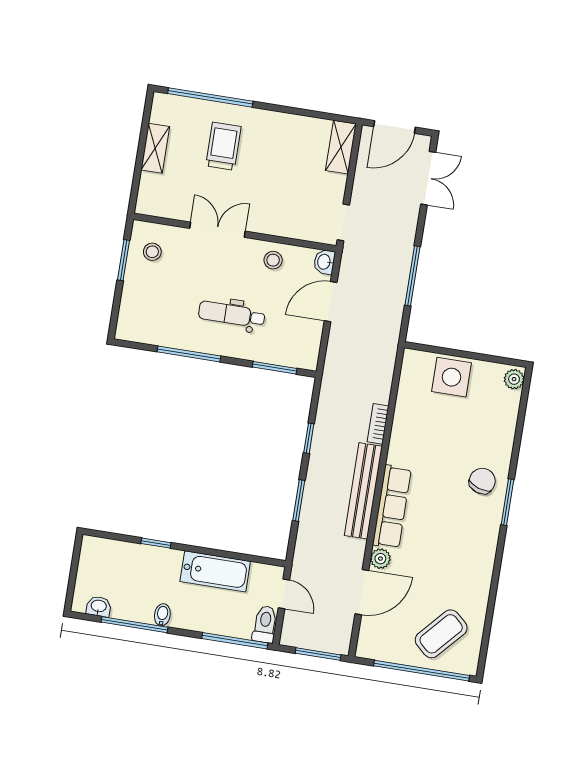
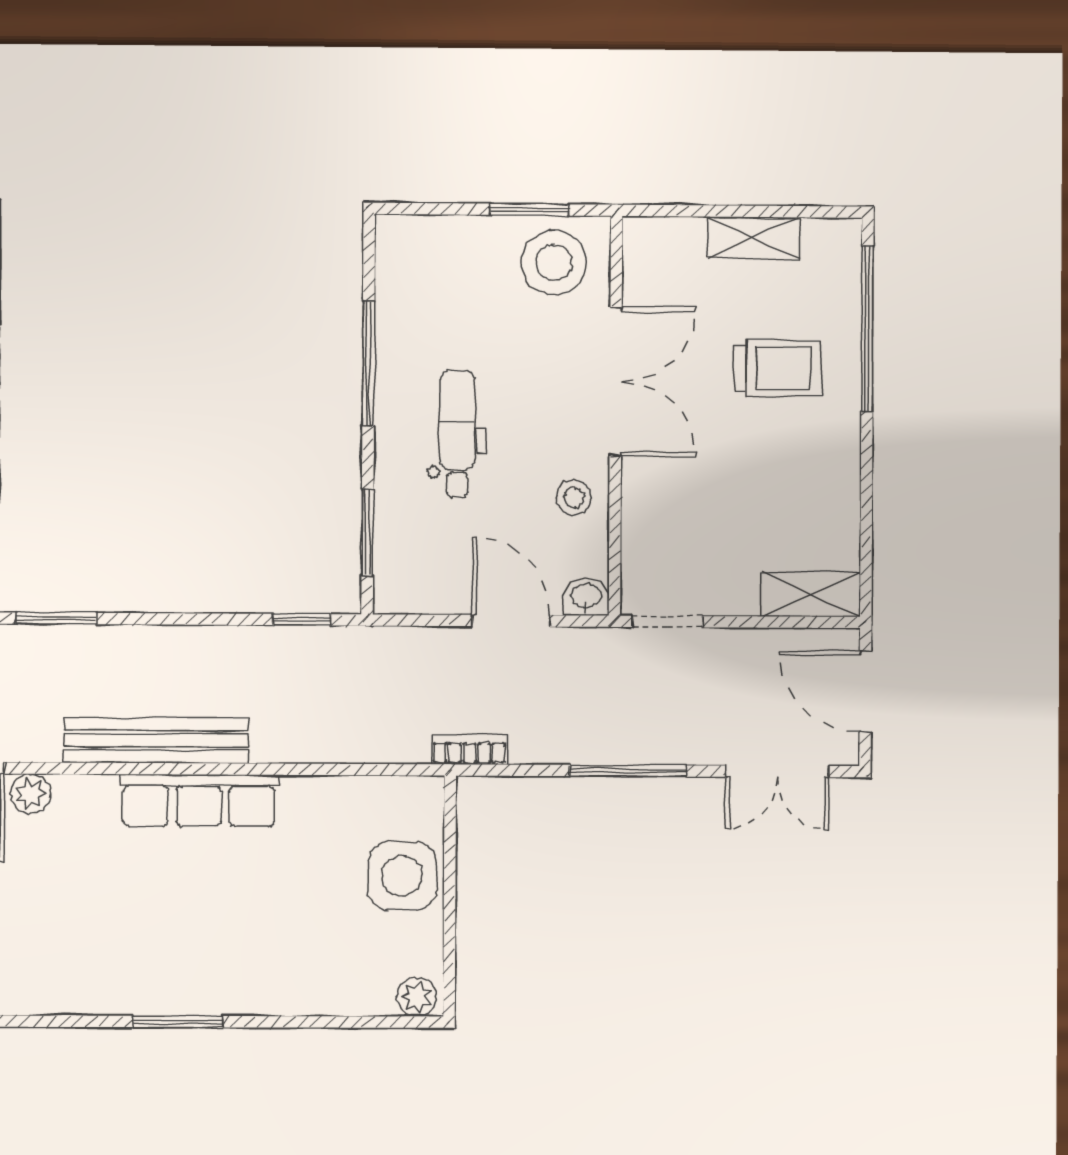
double door: (217, 230) -> (616, 381), width x1.37
stool: (152, 252) -> (554, 263), width x1.89, depth x1.89
window: (413, 276) -> (628, 771), moved
bookcase: (378, 424) -> (469, 749), moved
window: (309, 438) -> (302, 620), moved
chair: (482, 481) -> (211, 967), removed
window: (299, 501) -> (56, 618), moved
row of seats: (392, 507) -> (199, 800), moved

